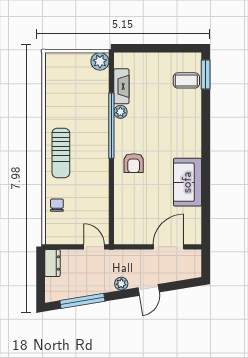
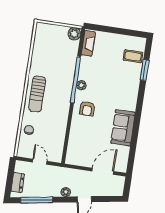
window: (206, 75) -> (145, 70), moved
fireplace: (121, 86) -> (88, 43), moved
plant: (120, 112) -> (81, 85), moved
door: (94, 247) -> (40, 162), moved
dresser: (52, 263) -> (18, 183), moved

